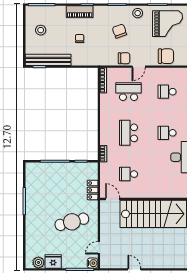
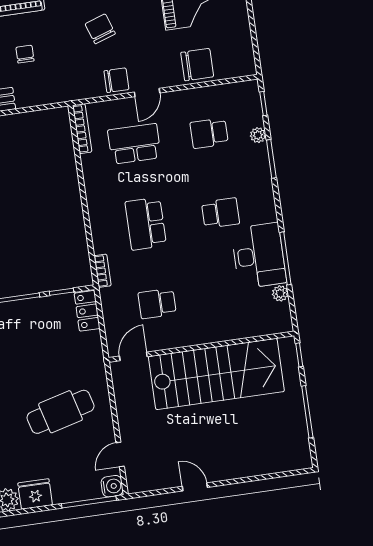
school desk: (167, 133) -> (220, 213), turned 180
locker: (93, 190) -> (87, 311), moved
door: (113, 199) -> (133, 356), hinge flipped

